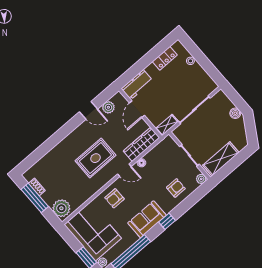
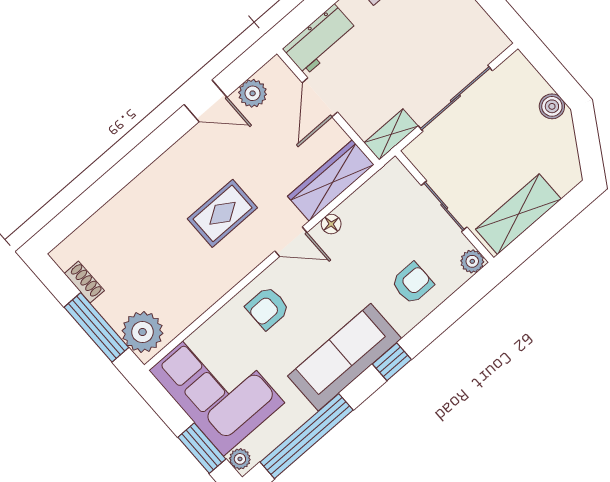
rug: (95, 158) -> (222, 213), width x0.73, depth x0.70
window: (35, 198) -> (96, 327), moved
sofa: (147, 219) -> (345, 357), width x1.36

